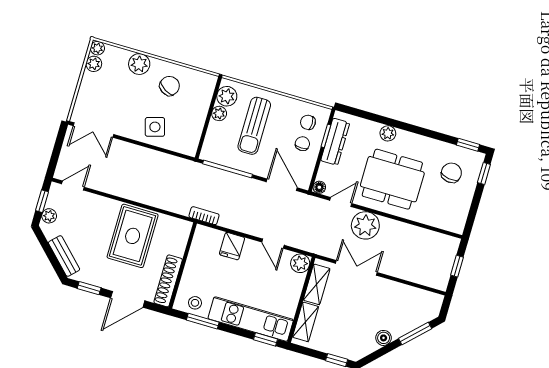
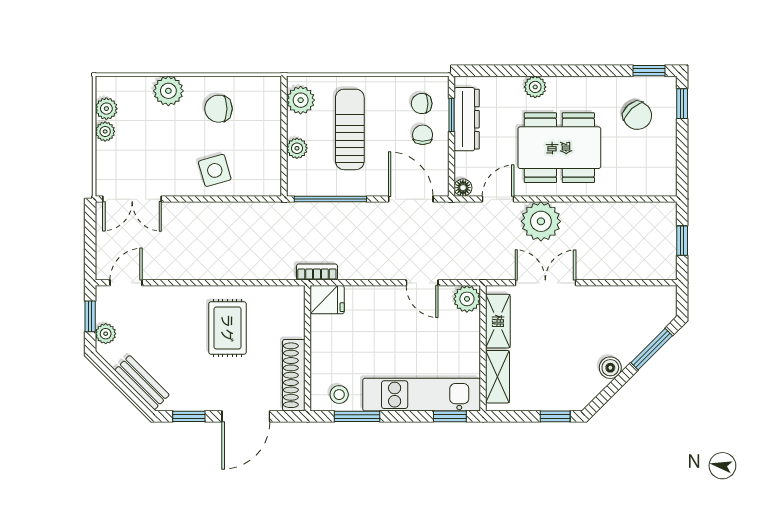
plant: (97, 48) -> (105, 131), moved
chair: (170, 86) -> (219, 109), turned -121
plant: (219, 113) -> (297, 148), moved
sun lounger: (254, 126) -> (350, 129), turned 180
chair: (451, 173) -> (637, 116), turned 128
rug: (133, 236) -> (227, 328), width x0.73, depth x0.70
fridge: (232, 246) -> (327, 300), moved, turned -90

